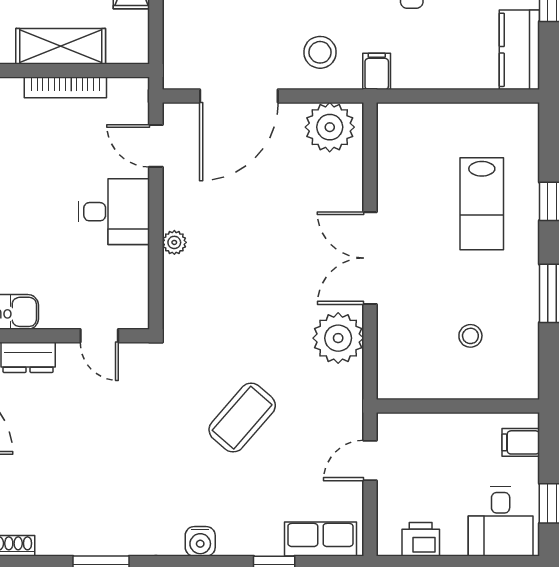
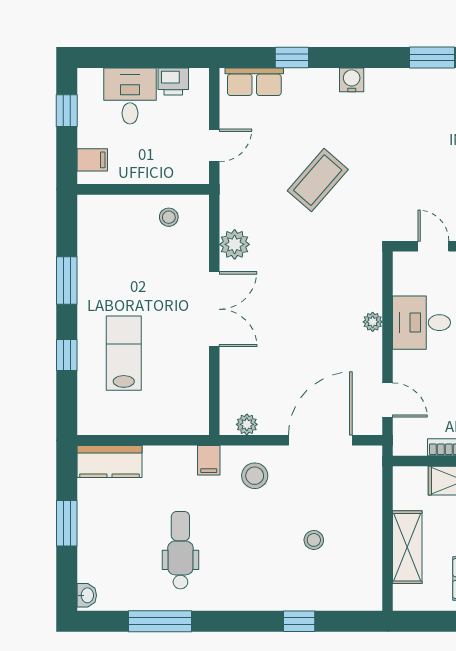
kitchen counter: (519, 50) -> (109, 462), moved, turned 90
plant: (330, 127) -> (247, 424), width x0.53, depth x0.53
desk: (114, 212) -> (422, 323), moved
stool: (470, 336) -> (169, 217), moved
plant: (338, 338) -> (235, 244), width x0.73, depth x0.73
desk: (501, 521) -> (130, 96), moved

